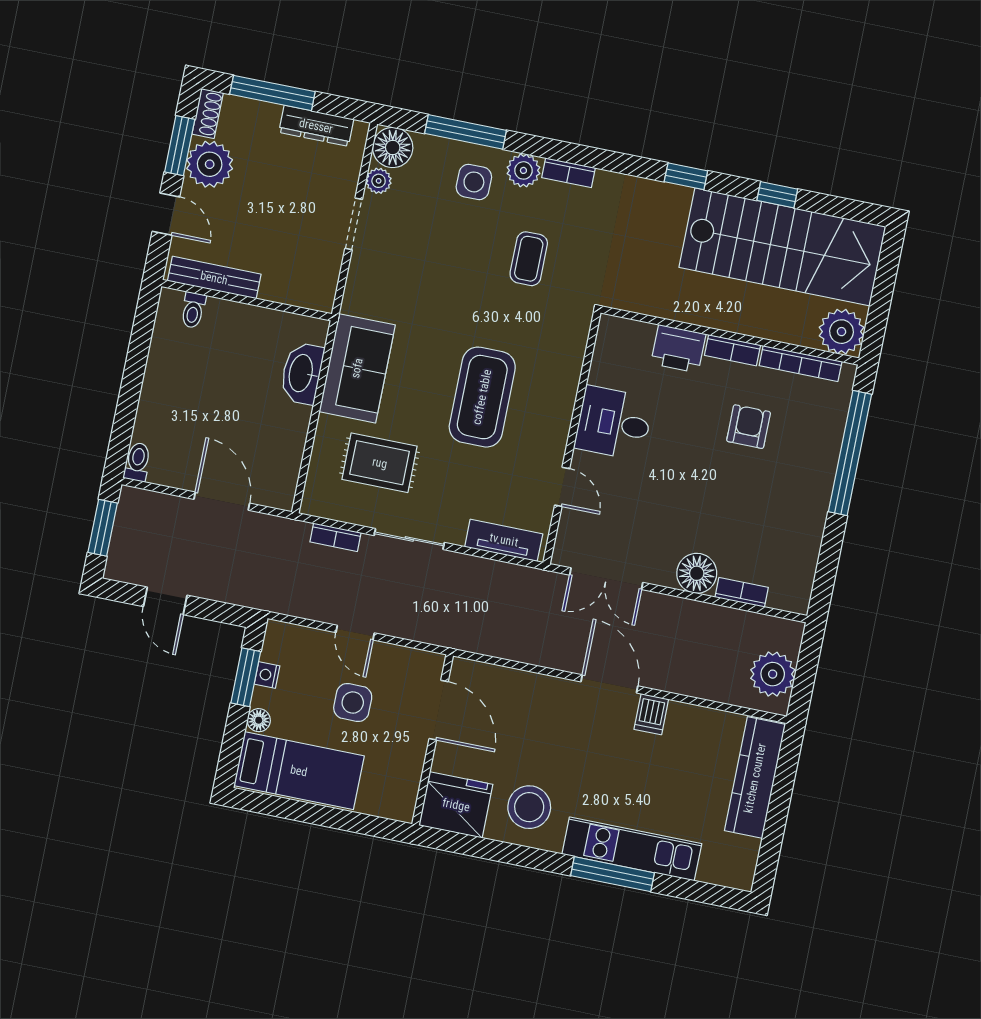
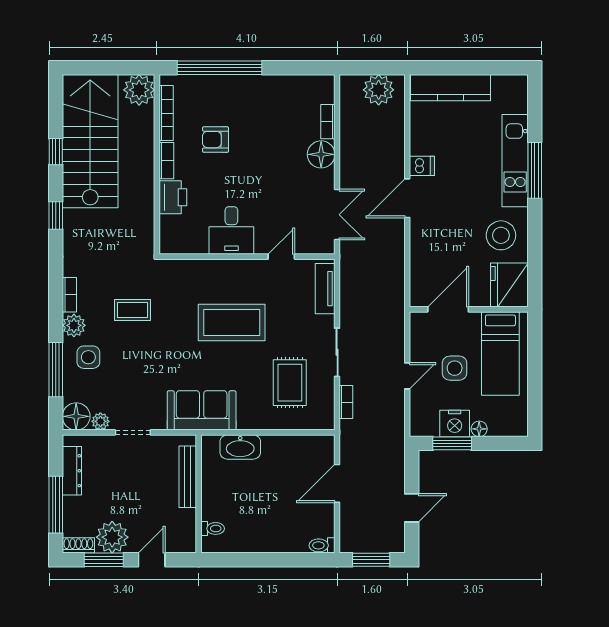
bench: (214, 278) -> (188, 477), moved
sofa: (357, 368) -> (202, 410), moved
nightstand: (267, 675) -> (455, 423), width x1.89, depth x1.79
bed: (299, 771) -> (500, 353), moved, turned 180

